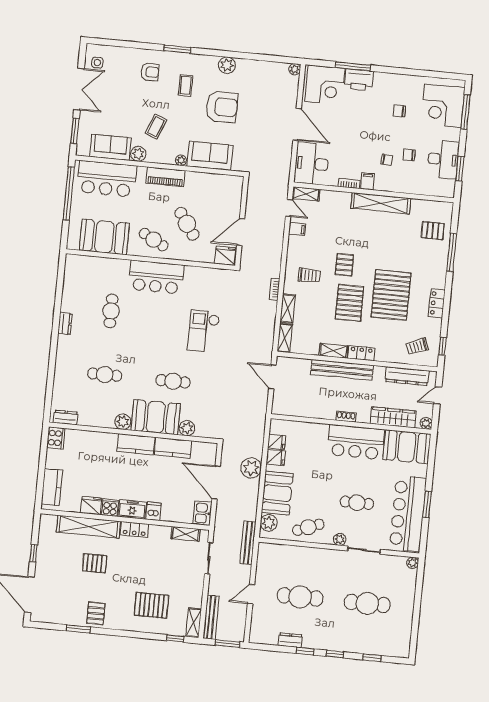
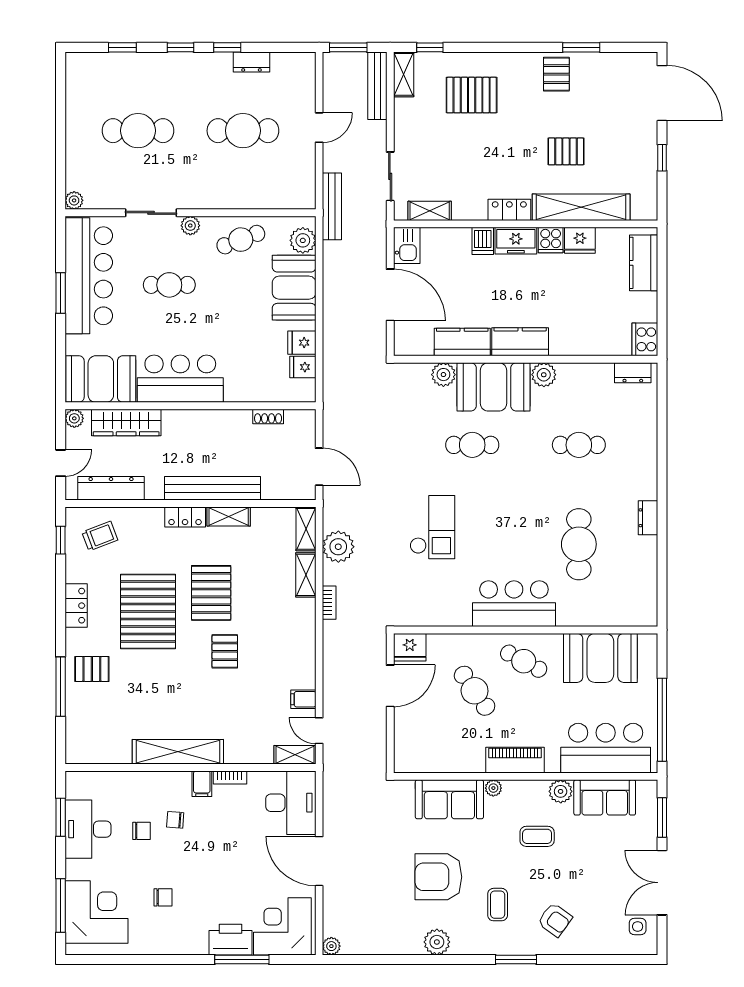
armchair: (150, 72) -> (555, 920), turned -144
coffee table: (156, 127) -> (537, 836), turned 68
pallet: (433, 231) -> (92, 669), moved
trolley: (309, 275) -> (278, 629), removed
cafe table: (111, 311) -> (579, 544), width x1.37, depth x1.35
shoe rack: (346, 417) -> (268, 417), moved
plant: (251, 468) -> (338, 547), moved

